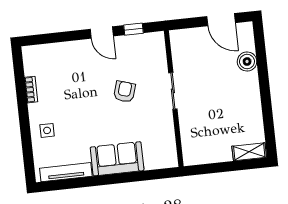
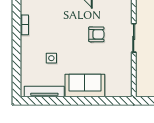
armchair: (124, 92) -> (96, 34), turned 73
side table: (47, 130) -> (51, 58), moved

